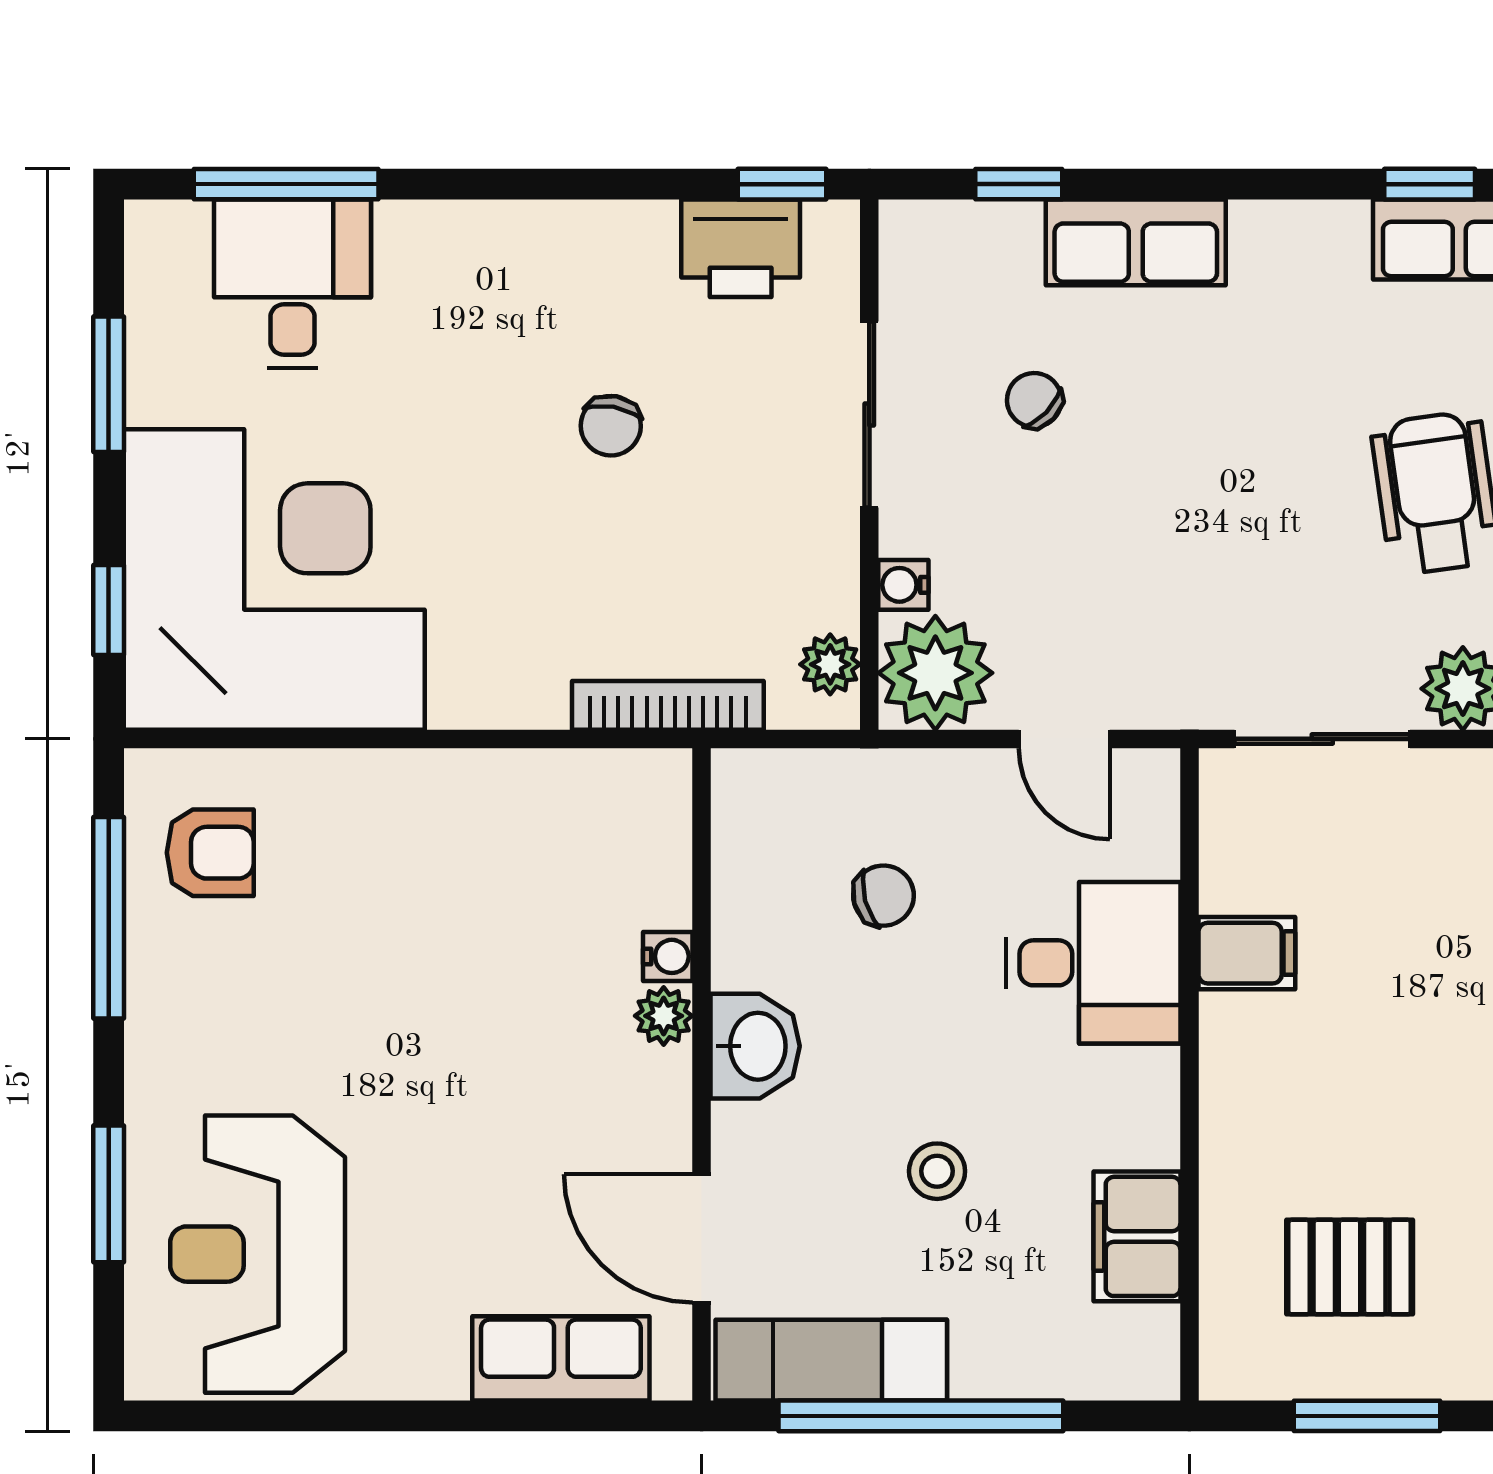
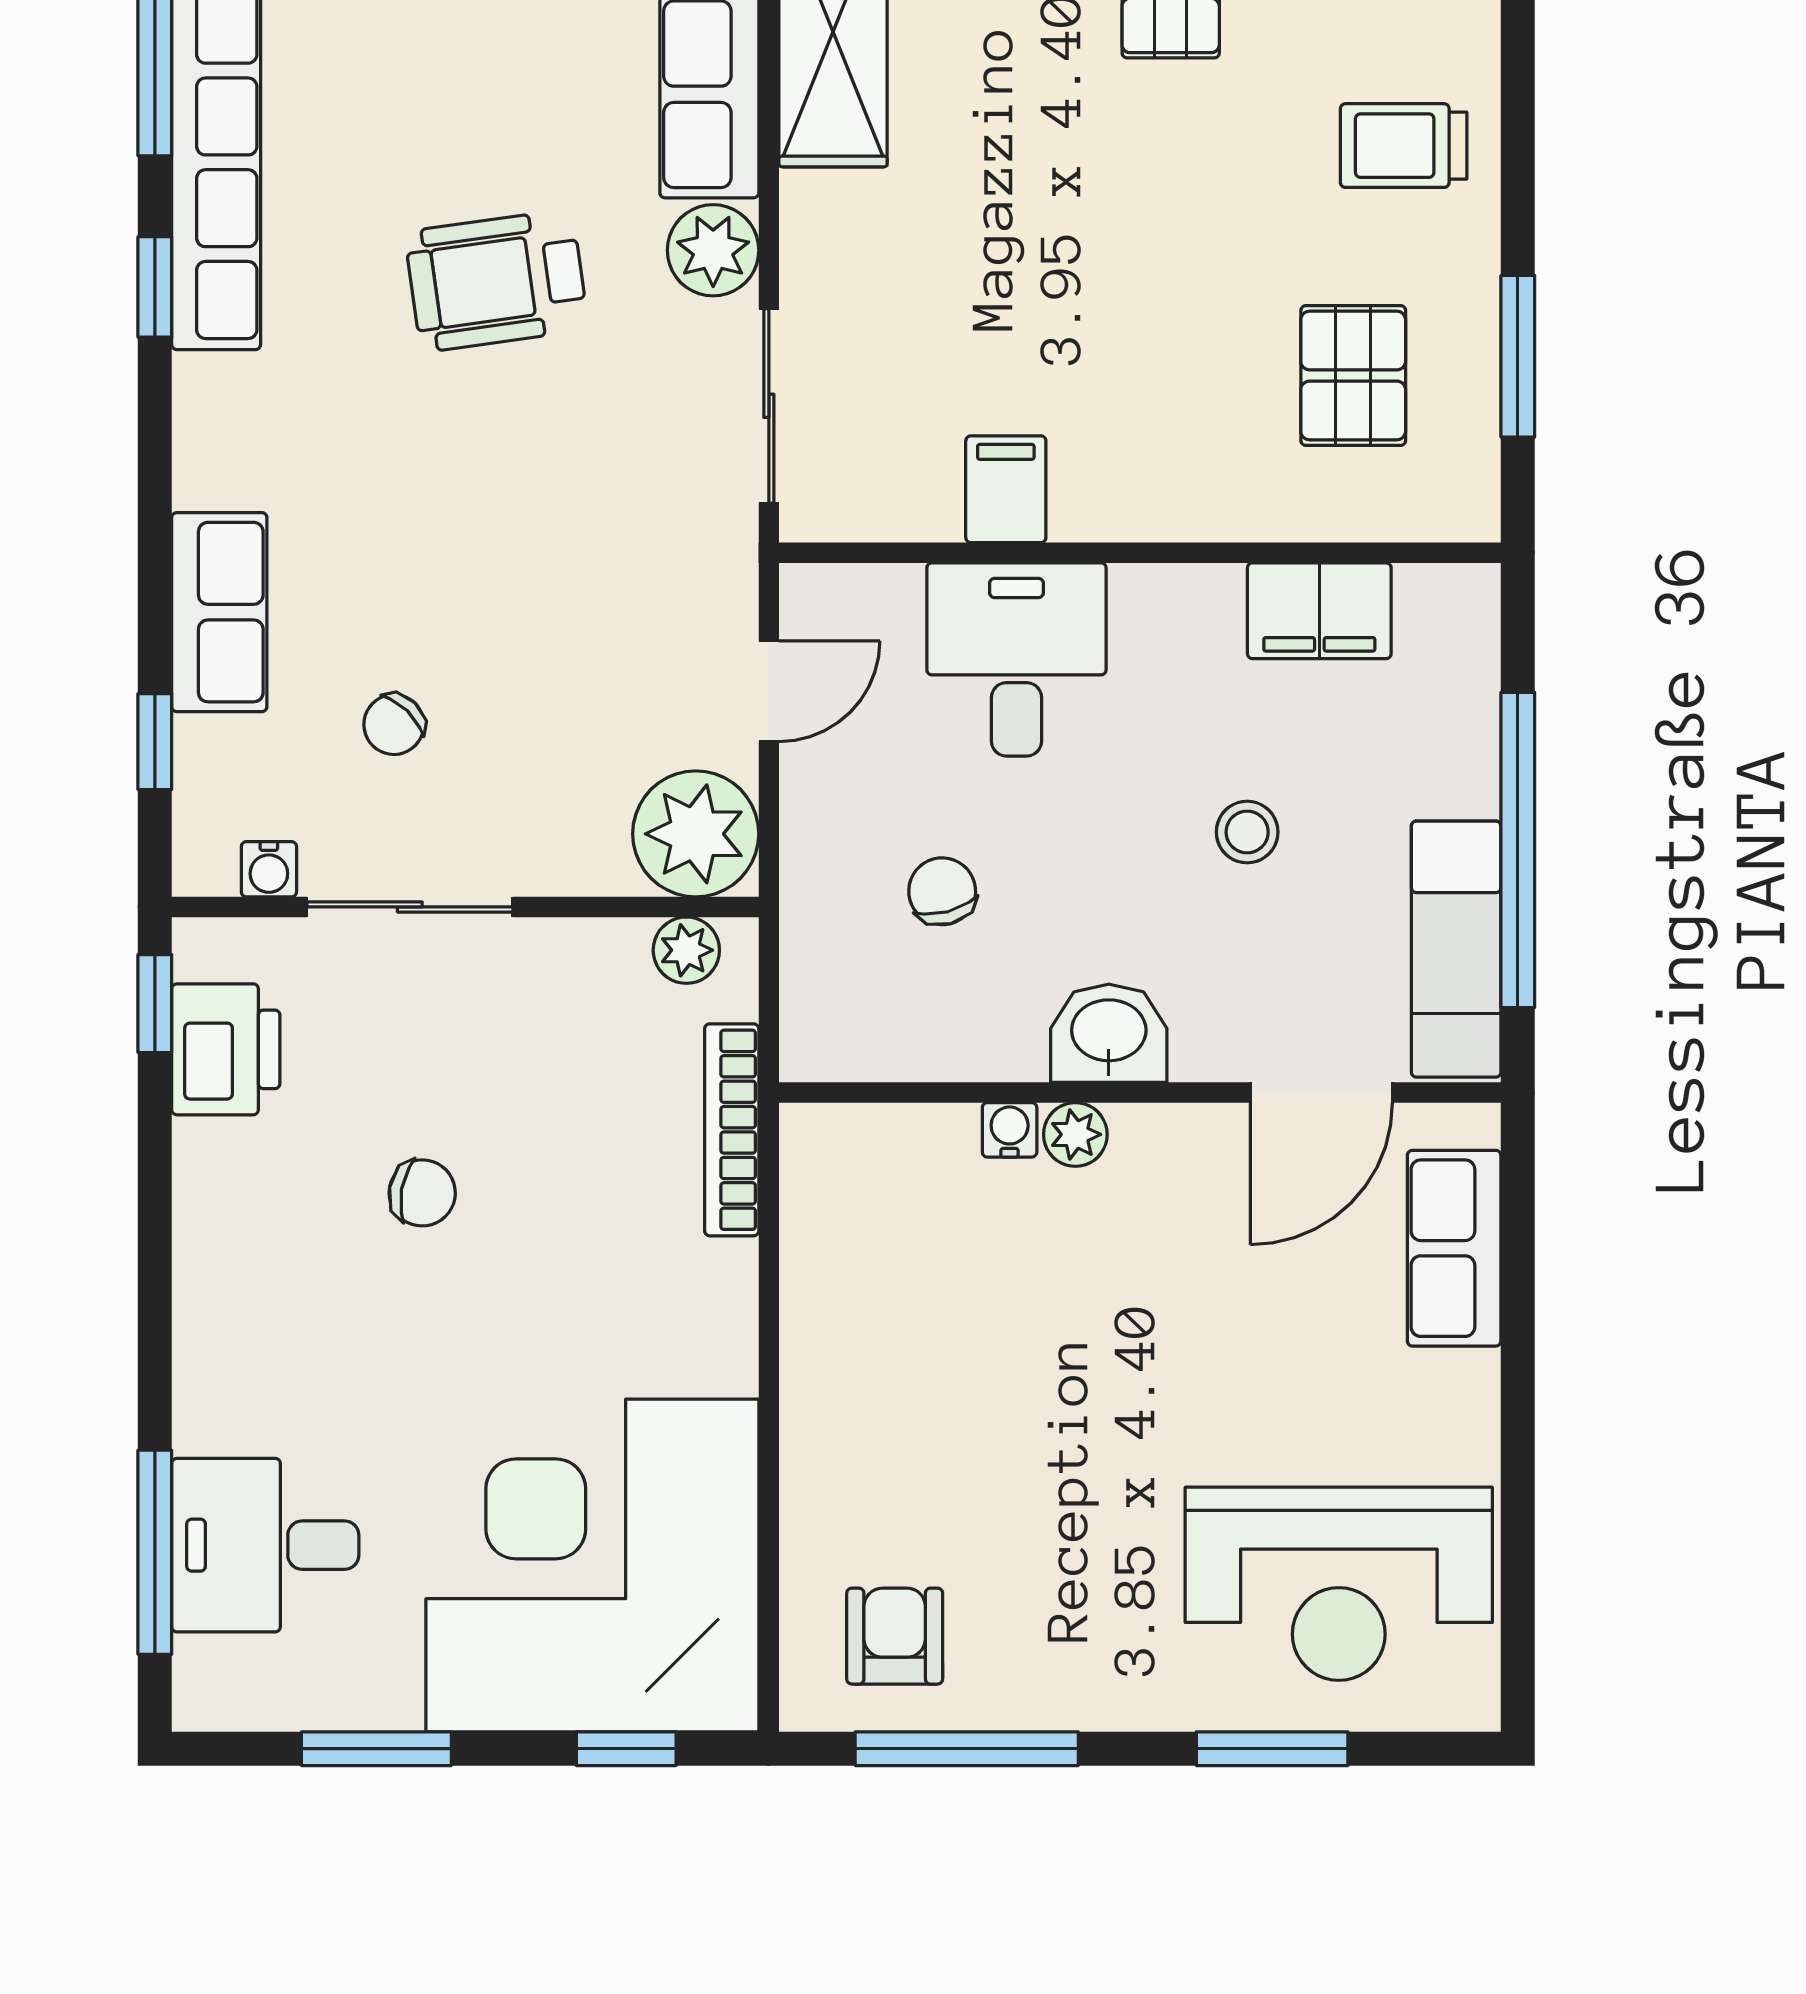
water cooler: (903, 585) -> (269, 869), moved

